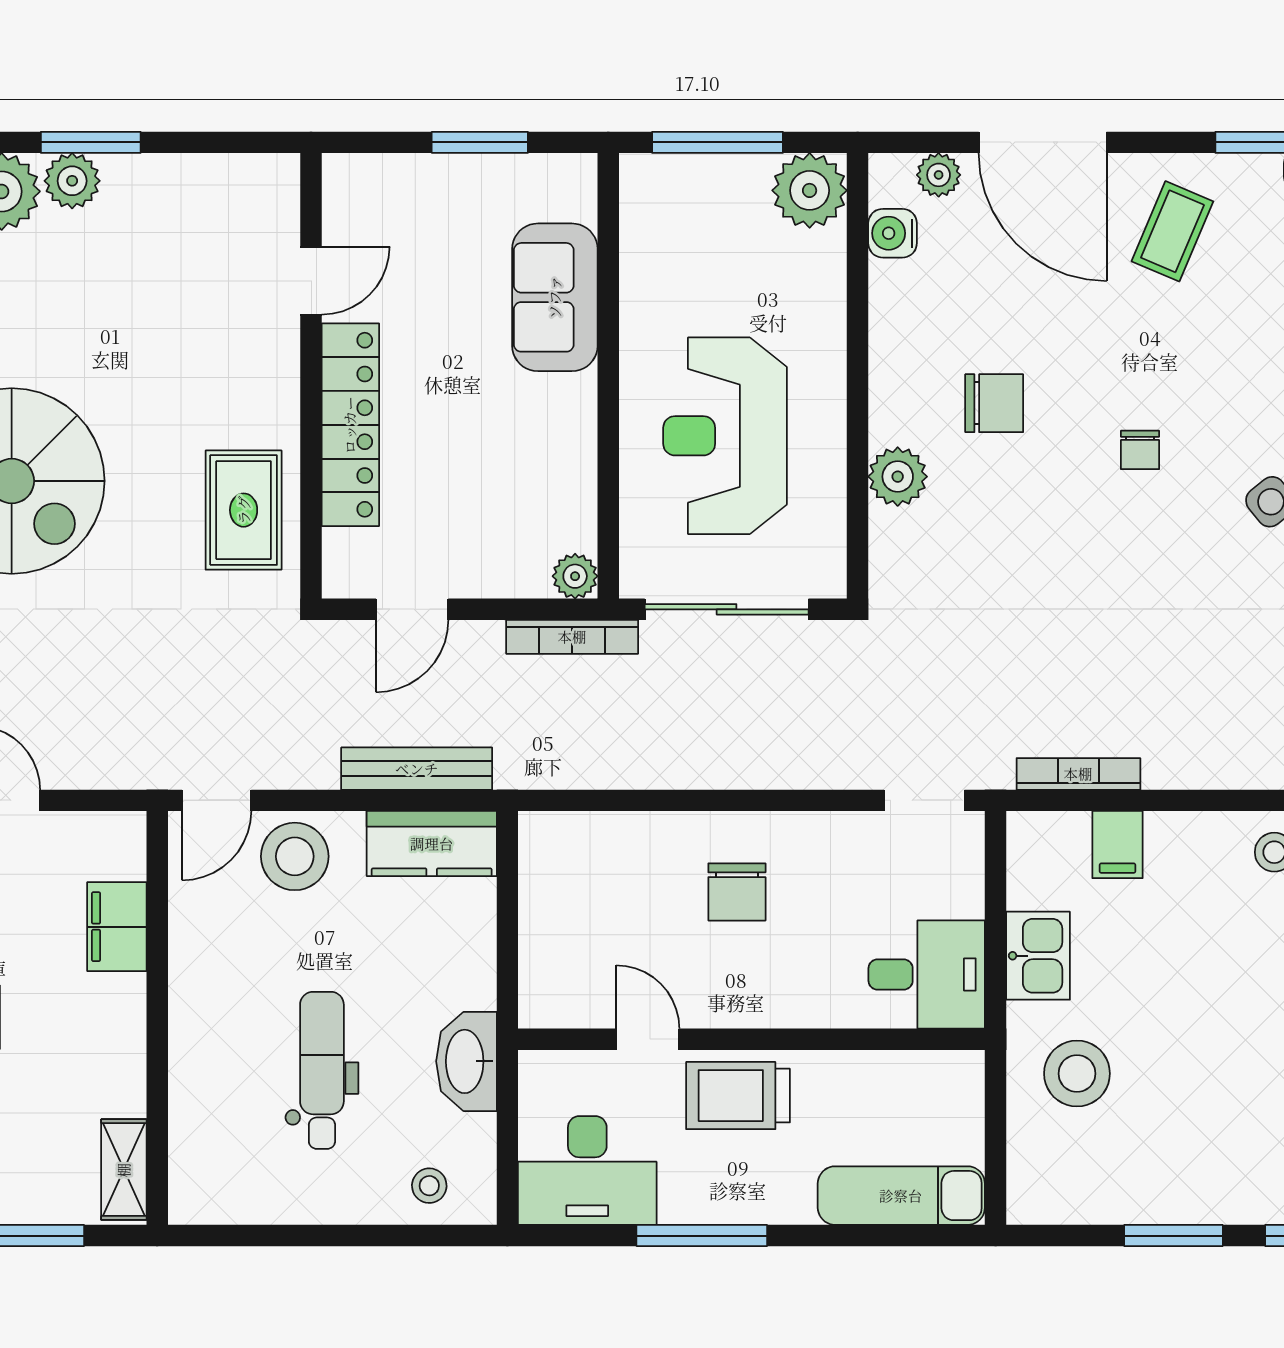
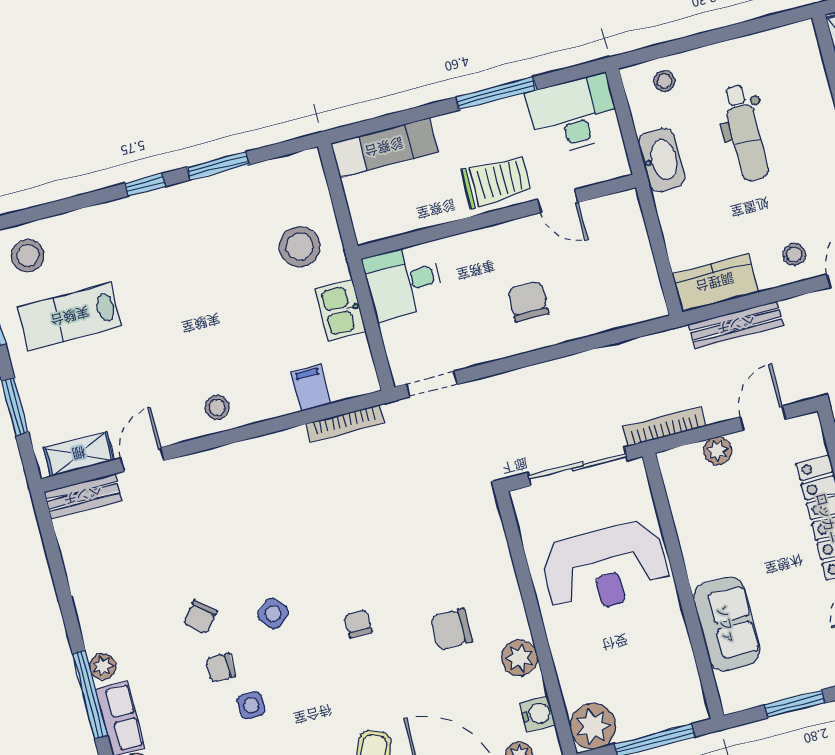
reception desk: (725, 436) -> (605, 569), turned 90
plant: (898, 477) -> (520, 658), moved
plant: (575, 576) -> (718, 451), moved
stool: (295, 856) -> (794, 254), width x0.53, depth x0.53

